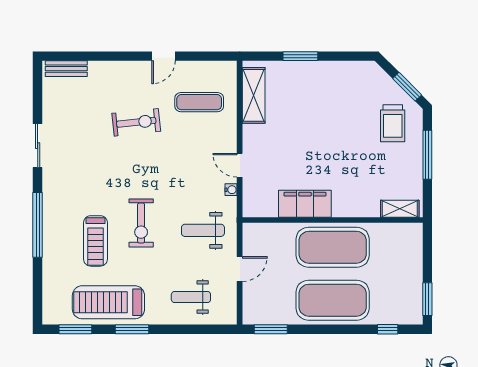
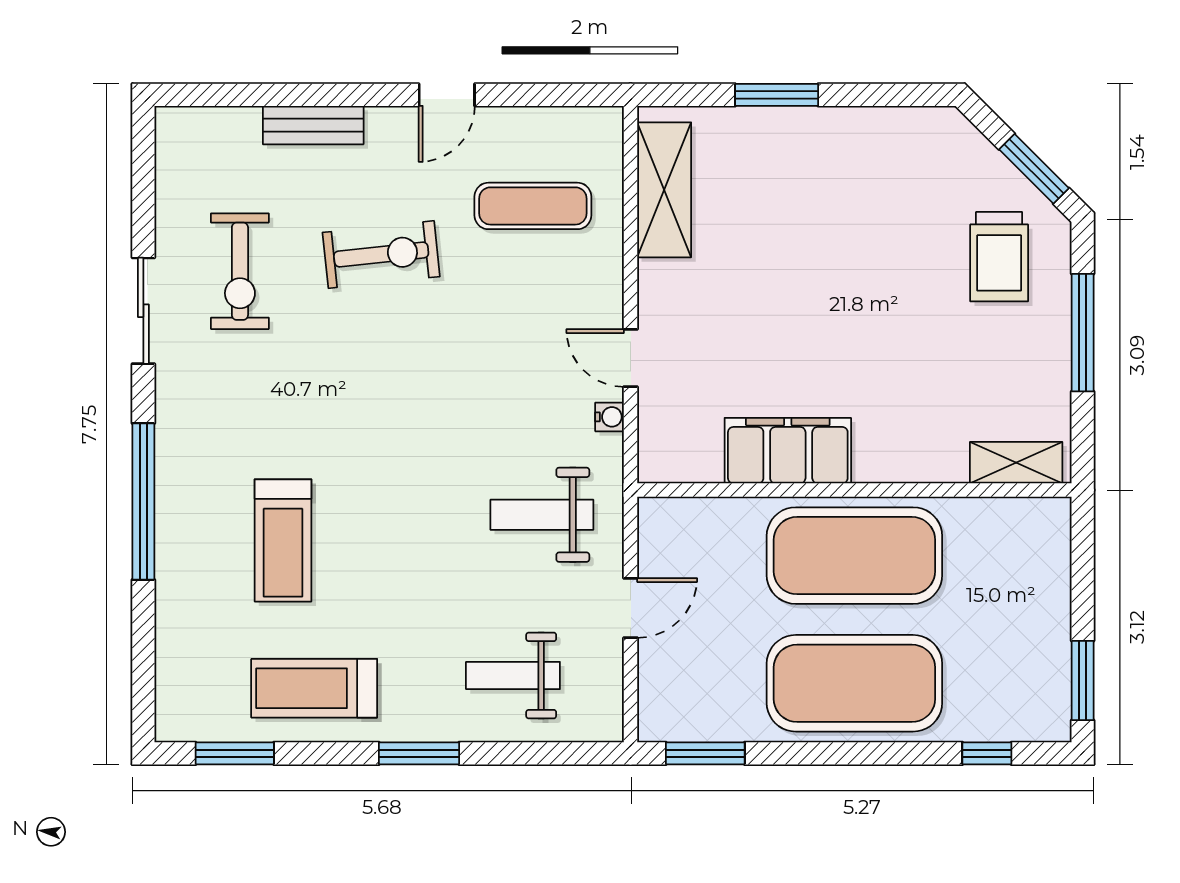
bench: (66, 69) -> (313, 125), moved
exercise bike: (141, 223) -> (240, 271), moved
treadmill: (108, 302) -> (314, 688), width x0.73, depth x0.73
window: (132, 329) -> (419, 753), moved

